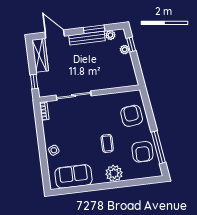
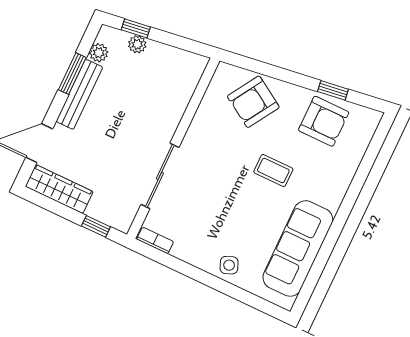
armchair: (132, 116) -> (253, 102), turned -51
window: (158, 147) -> (333, 90), width x0.46
plant: (114, 173) -> (330, 190), removed
sofa: (74, 176) -> (298, 248), width x1.36

